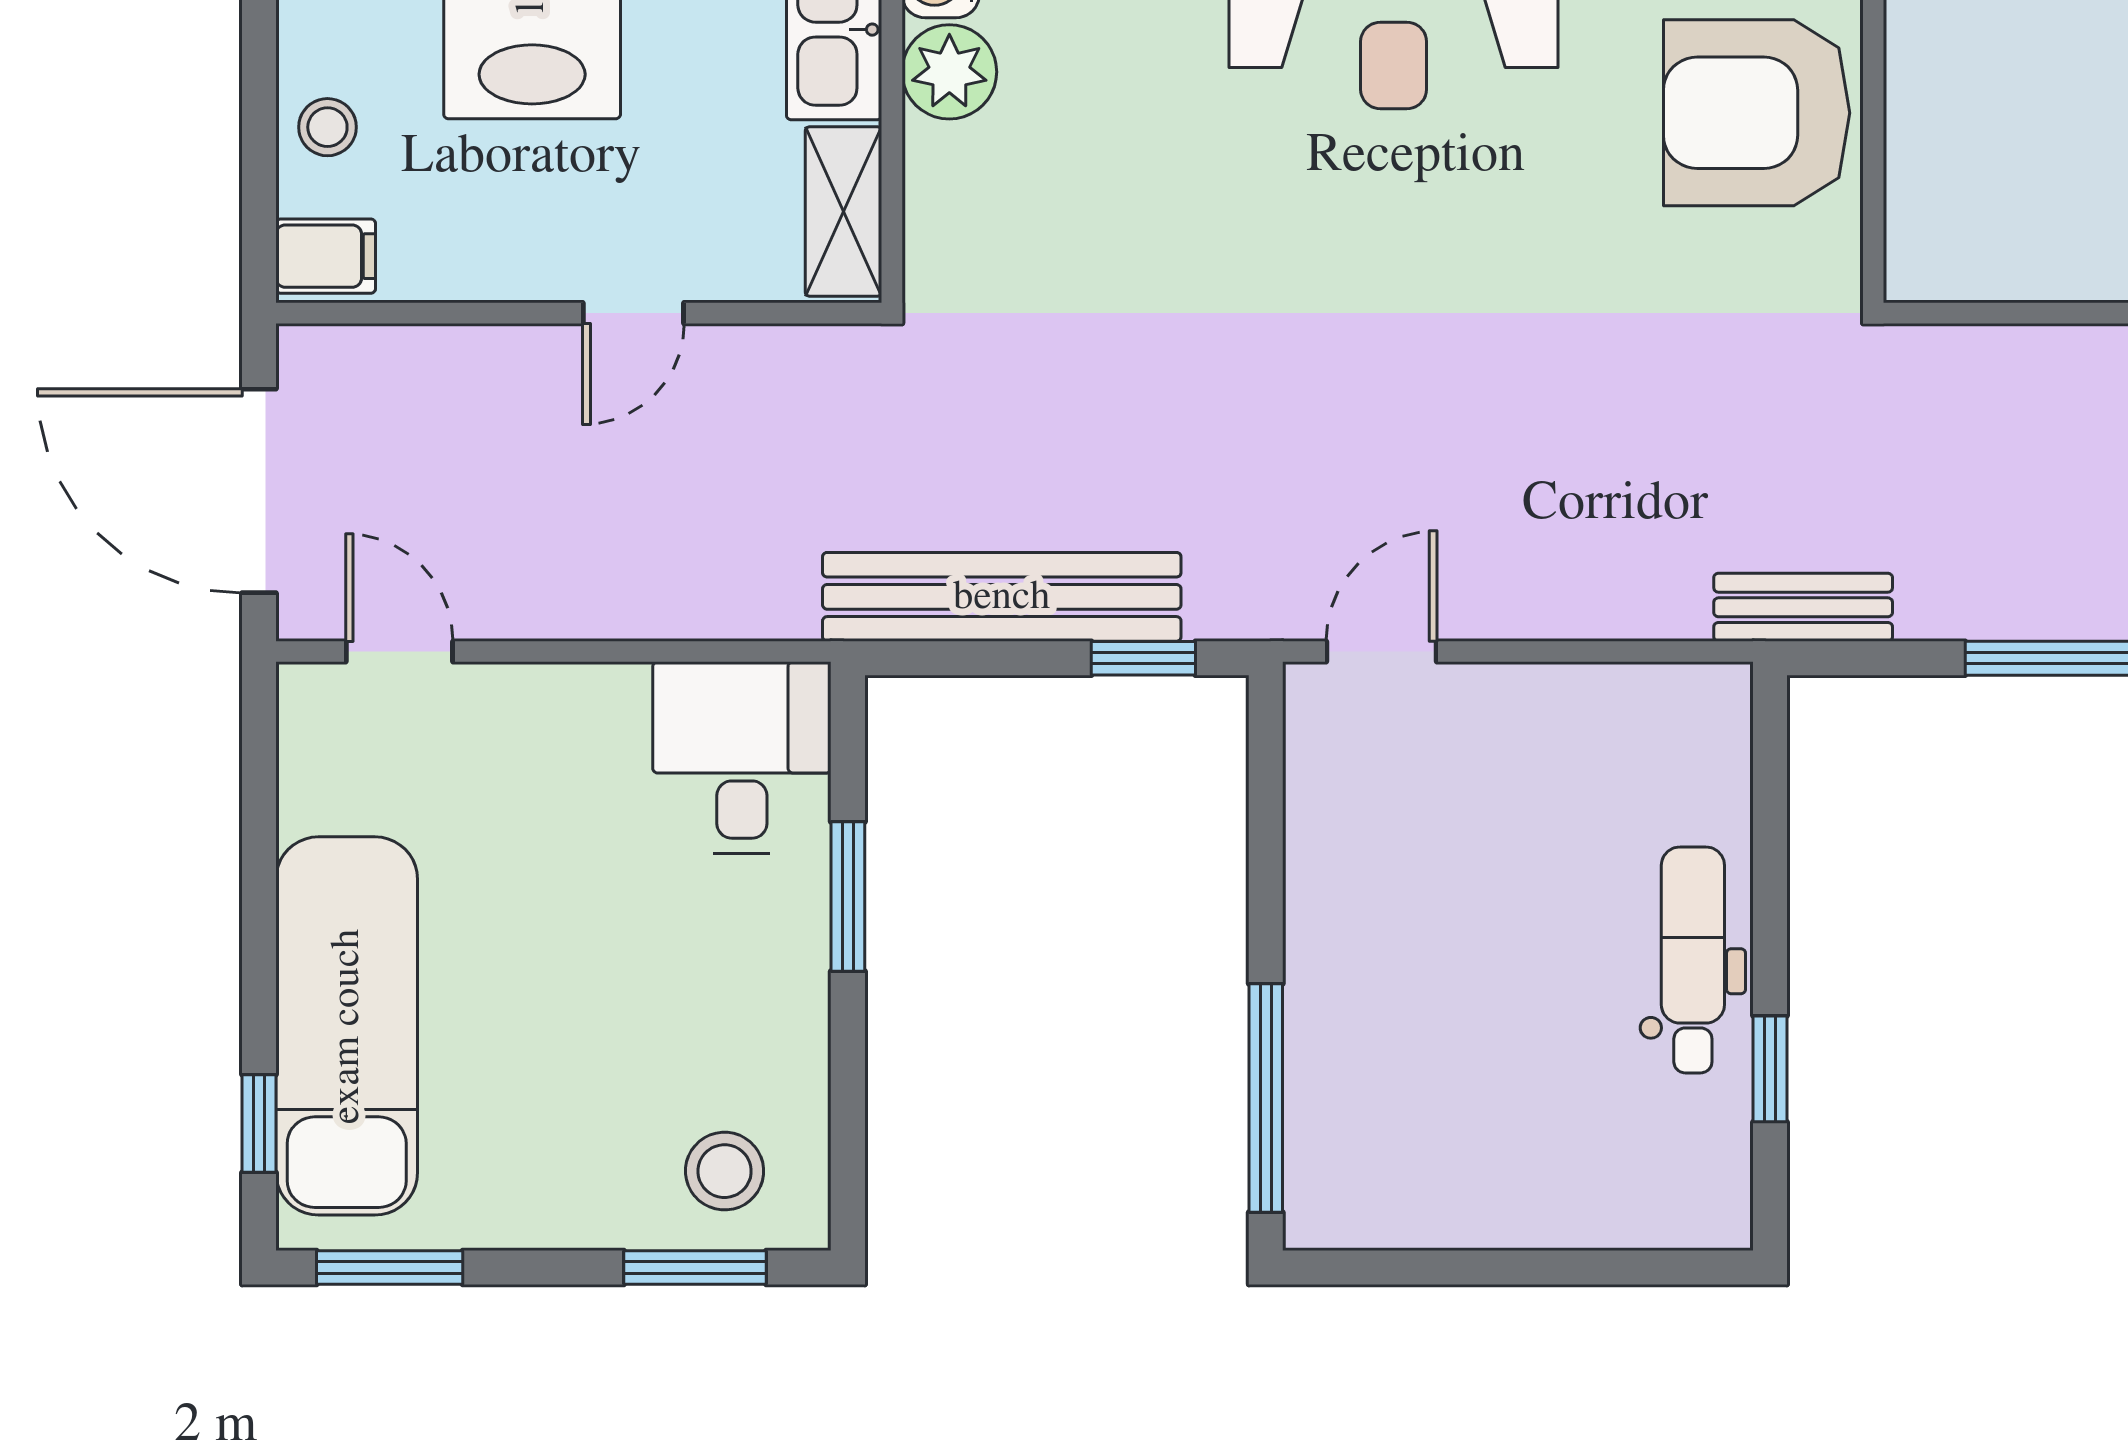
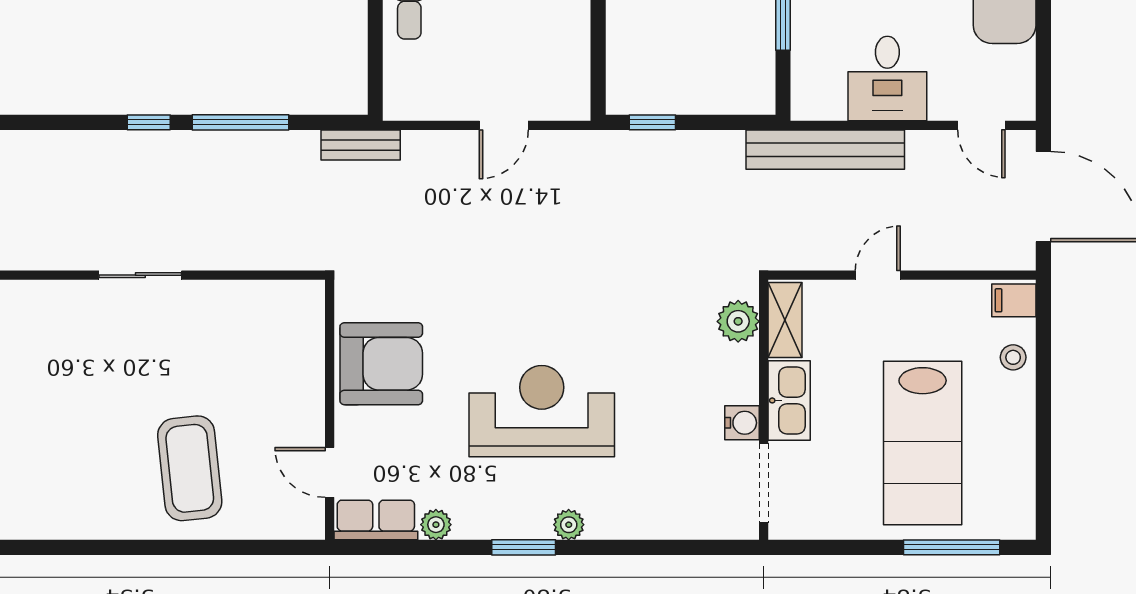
plant: (949, 72) -> (738, 321), moved
bench: (1002, 597) -> (825, 150), moved
door: (1382, 652) -> (504, 125), moved
desk: (742, 758) -> (887, 79), moved

